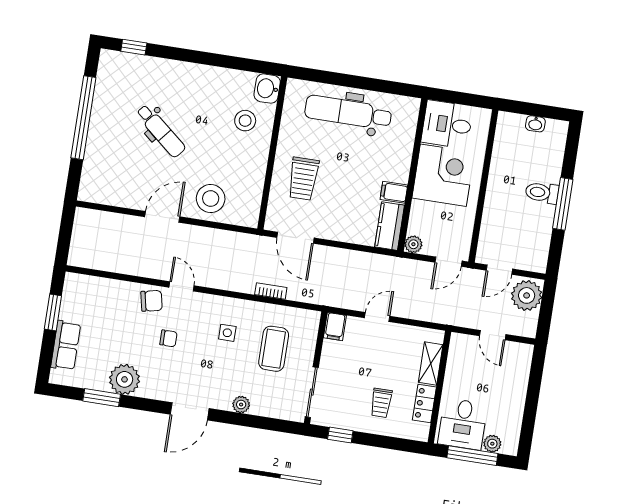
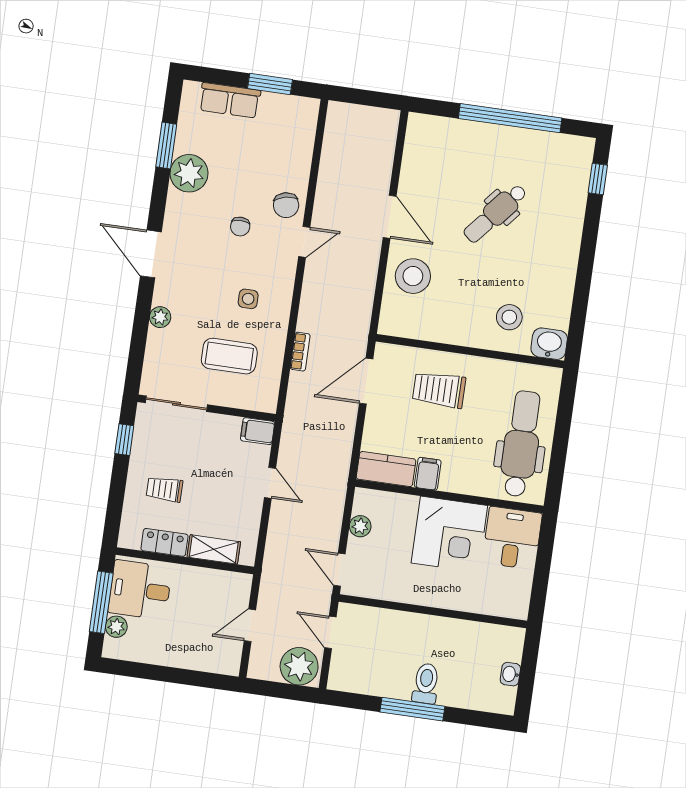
desk: (447, 124) -> (512, 538), moved
wall: (412, 175) -> (449, 496), moved
corner desk: (443, 175) -> (449, 534), moved
filing cabinet: (394, 192) -> (428, 474), moved
kitchen counter: (390, 226) -> (386, 469), moved

